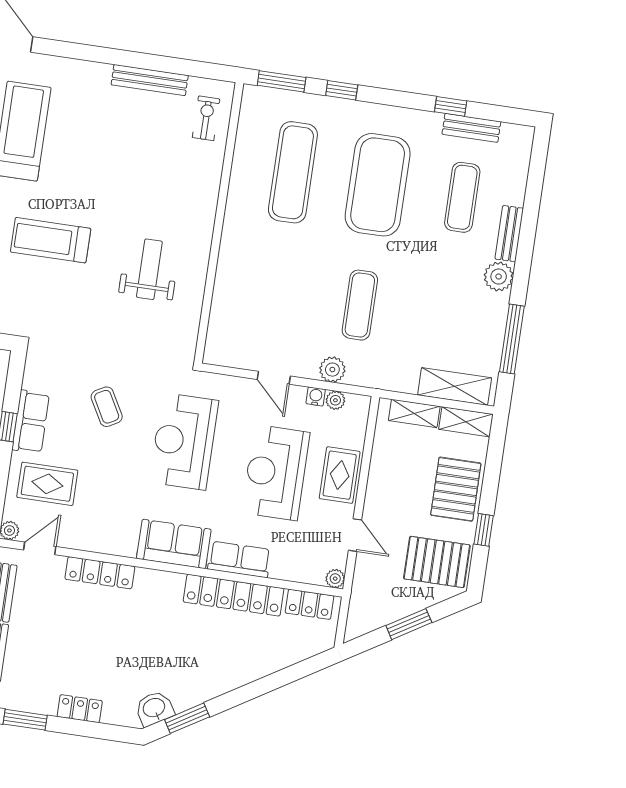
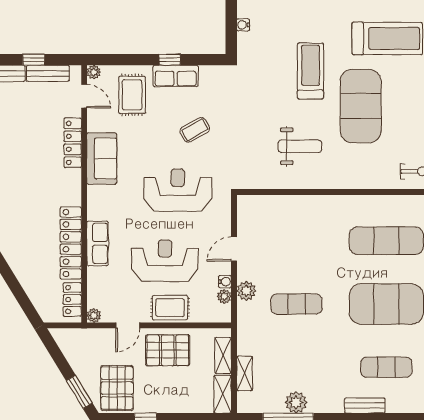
exercise mat: (107, 180) -> (361, 106), added
plant: (499, 277) -> (296, 402), moved
shelving: (455, 386) -> (245, 373), width x0.67, depth x0.75
pallet: (456, 489) -> (168, 350), moved
sofa: (174, 544) -> (102, 158), moved
window: (409, 624) -> (79, 392), moved

